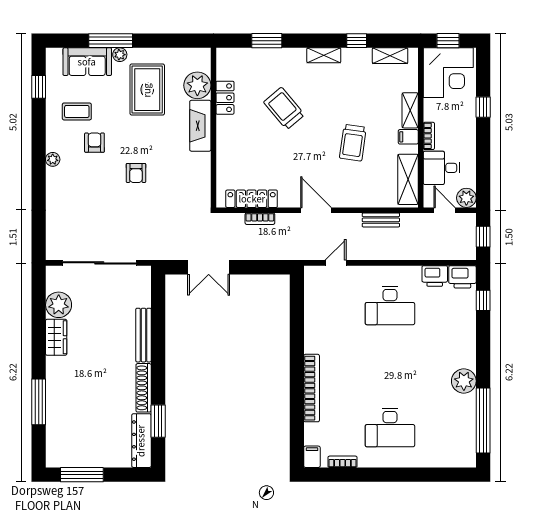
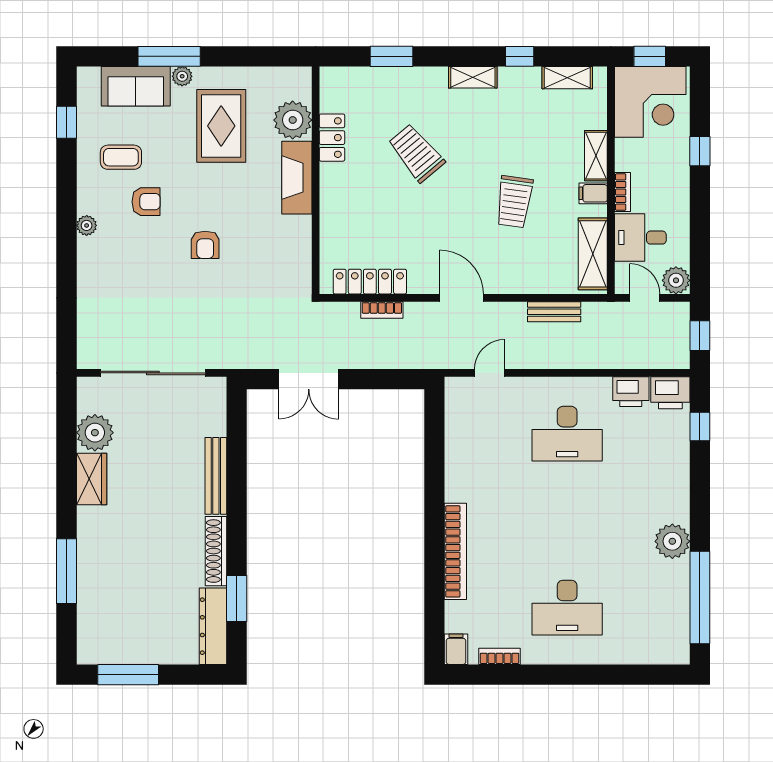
armchair: (94, 143) -> (146, 202), turned 90

